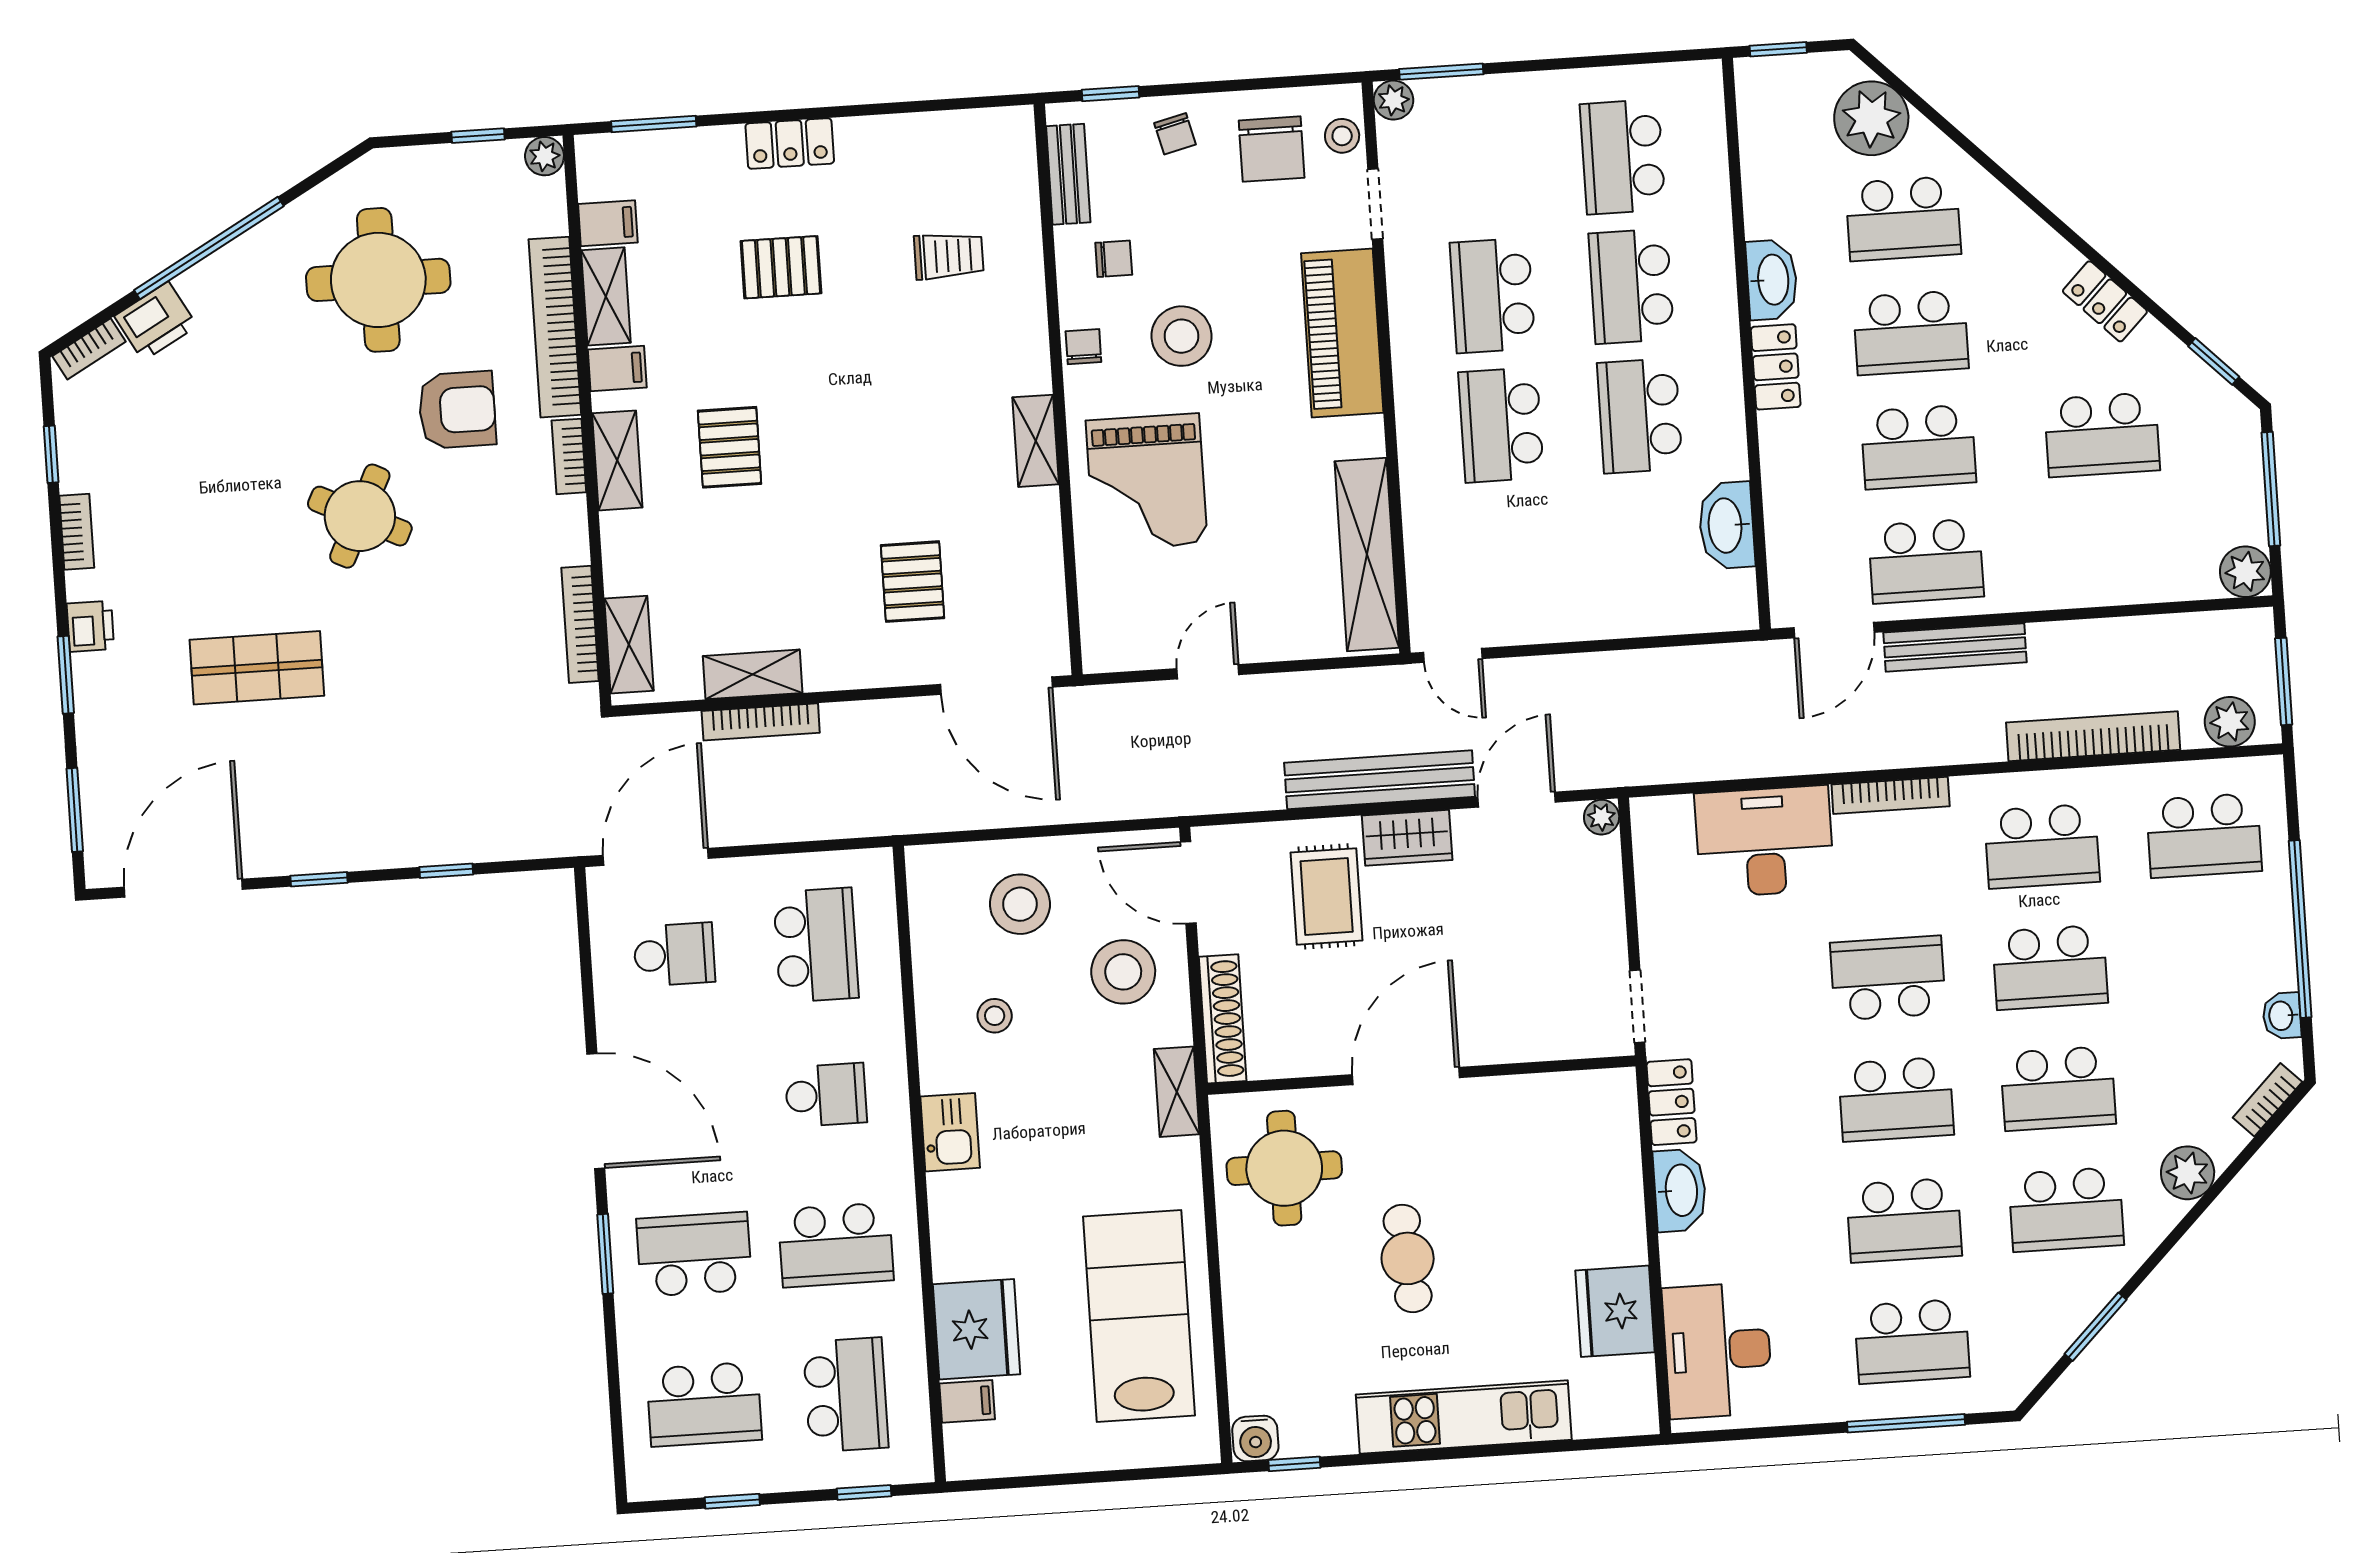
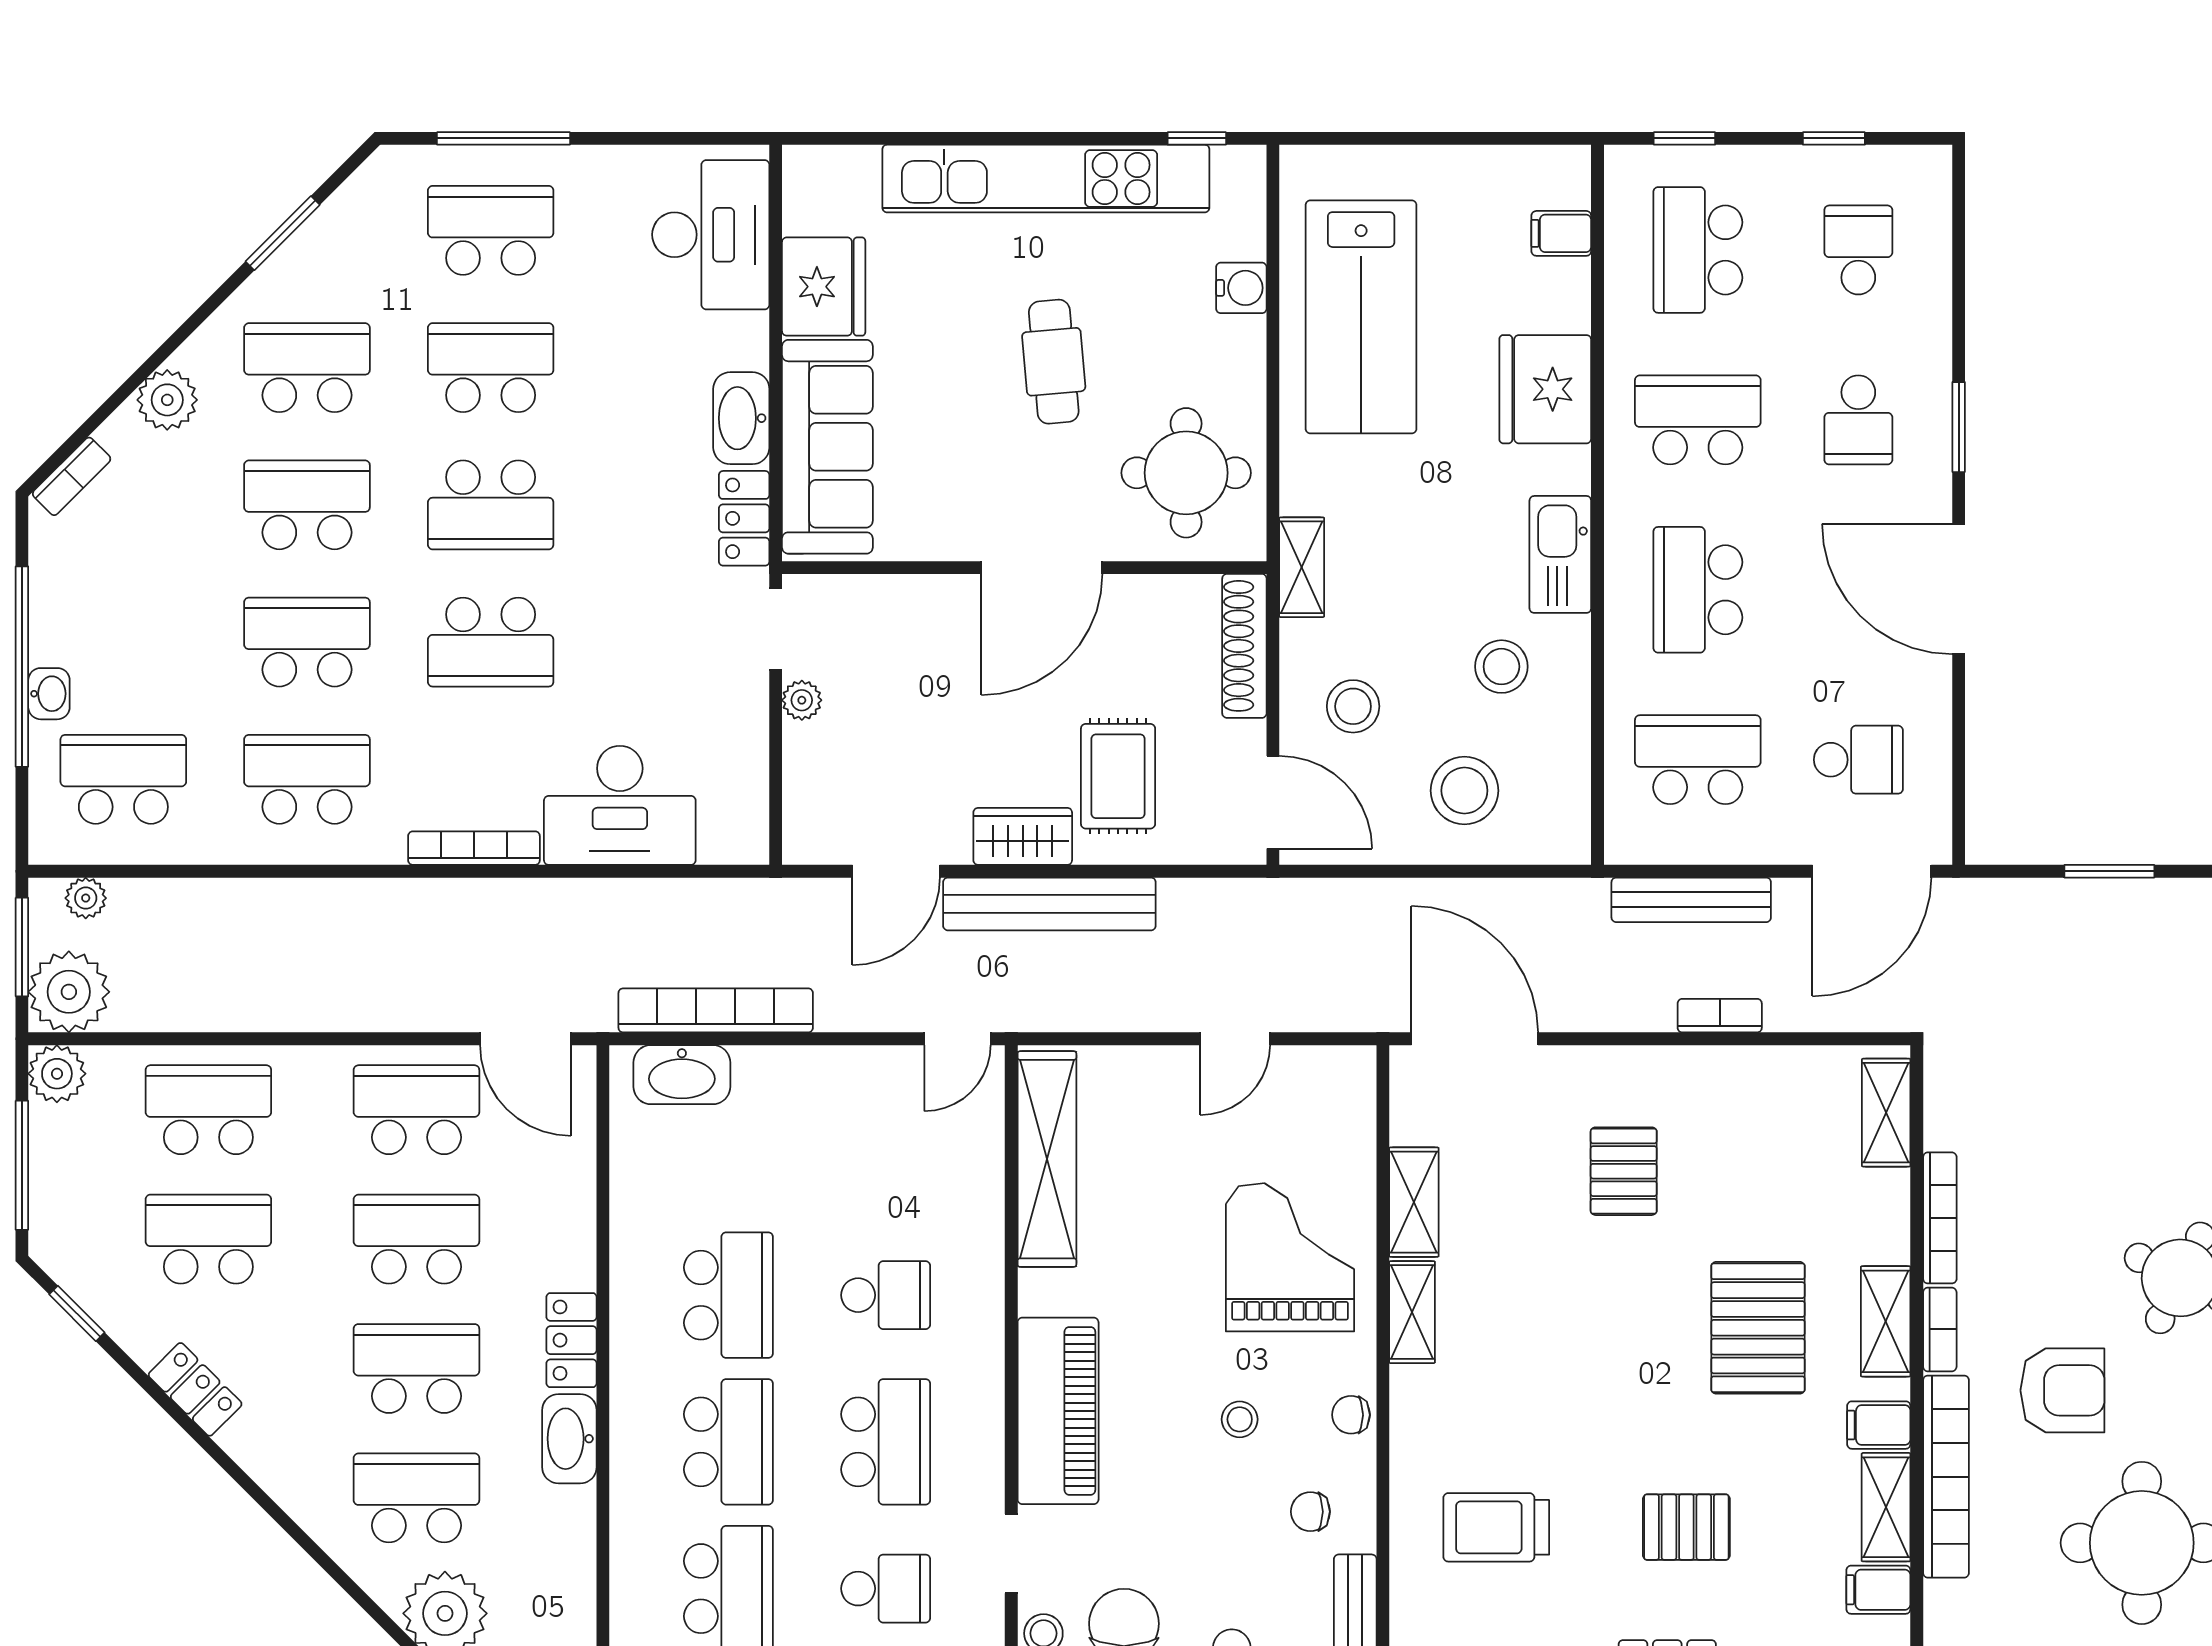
school desk: (1484, 166) -> (886, 1589), added
trolley: (949, 256) -> (1496, 1527), width x1.36, depth x1.39
stool: (1181, 336) -> (1240, 1419), width x0.53, depth x0.53
chair: (1083, 347) -> (1351, 1415), turned 90
armchair: (457, 410) -> (2062, 1390), turned 180
school desk: (1501, 425) -> (886, 1295), width x0.54
pallet: (730, 447) -> (1758, 1328), width x1.50, depth x1.42
washbasin: (1727, 525) -> (682, 1075), moved, turned 90
school desk: (2110, 549) -> (208, 1110), added
pallet: (913, 582) -> (1624, 1171), moved
bookcase: (580, 624) -> (1940, 1218), moved
door: (1834, 630) -> (526, 1039), swing flipped
plant: (2240, 645) -> (69, 992), added
bench: (1955, 647) -> (1691, 900), moved
door: (1453, 655) -> (957, 1039), swing flipped
shelving: (753, 674) -> (1414, 1202), moved, turned 90
bookcase: (761, 722) -> (1720, 1016), width x0.64
plant: (2230, 722) -> (86, 898), width x0.73, depth x0.73
bookcase: (2093, 736) -> (716, 1010), moved, turned 180
plant: (1602, 817) -> (802, 700), moved
window: (446, 871) -> (2109, 871), width x1.50
school desk: (816, 945) -> (1698, 760), turned 90
school desk: (674, 954) -> (1858, 760), turned 180
stool: (1123, 972) -> (1353, 706), width x0.73, depth x0.73
stool: (995, 1016) -> (1501, 667), width x1.37, depth x1.37
washbasin: (2282, 1016) -> (49, 694), moved
school desk: (826, 1095) -> (1698, 590), width x1.85
school desk: (1896, 1099) -> (491, 505), turned 180
kitchen sink: (950, 1132) -> (1560, 554), width x1.38
sofa: (1602, 1170) -> (827, 447), added
school desk: (694, 1254) -> (1858, 420), width x0.54
fridge: (977, 1329) -> (1545, 389), moved
school desk: (704, 1404) -> (1858, 250), width x0.54
kitchen unit: (1464, 1417) -> (1046, 179), width x1.36
water cooler: (1255, 1438) -> (1241, 288), moved, turned 90

